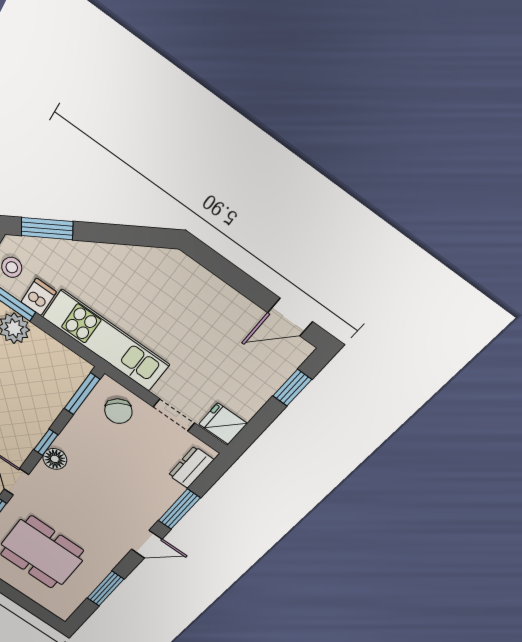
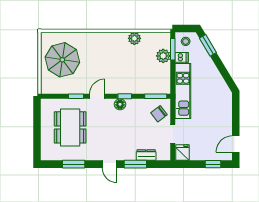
door: (290, 317) -> (236, 144), hinge flipped
dresser: (191, 467) -> (146, 155), moved

